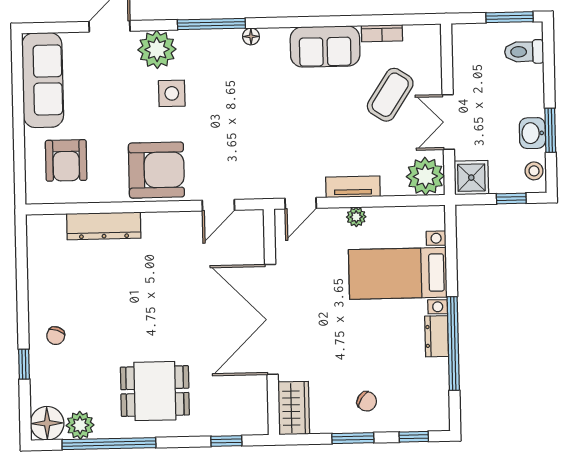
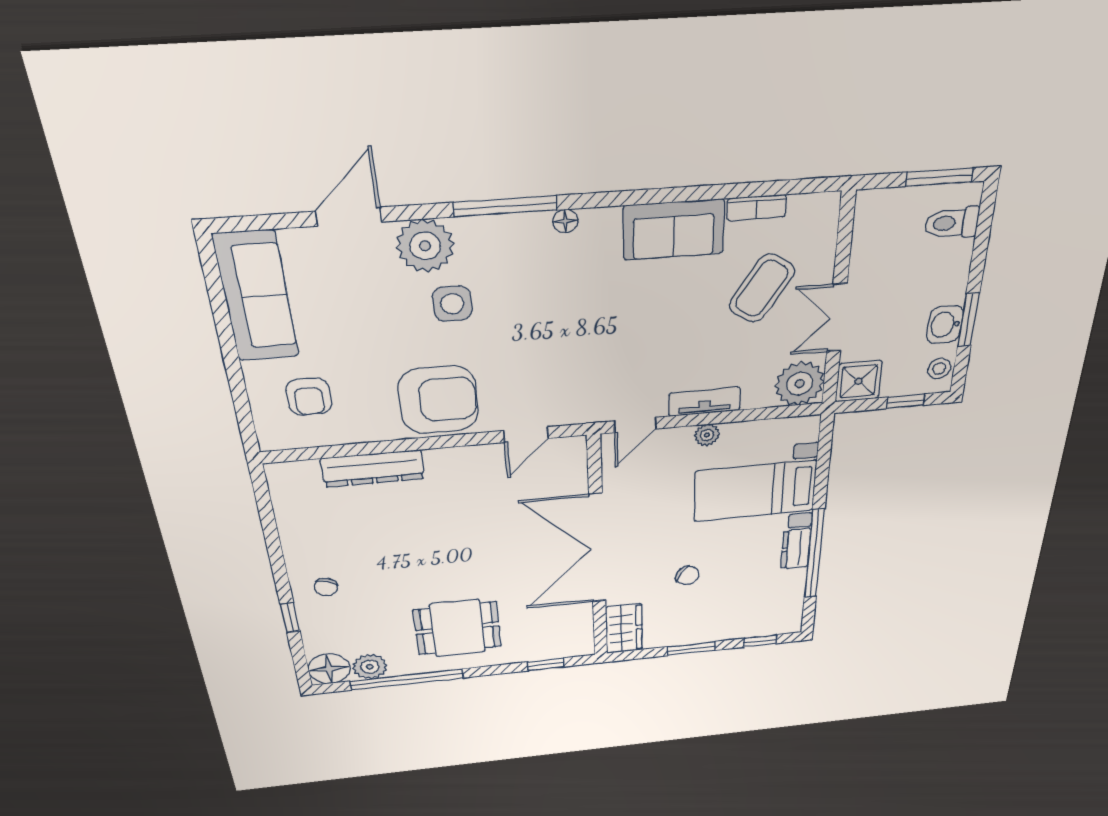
armchair: (66, 160) -> (309, 397), width x0.72, depth x0.72
chair: (367, 401) -> (687, 575), moved

